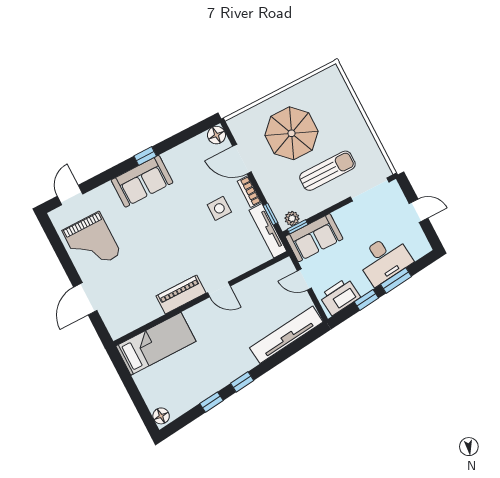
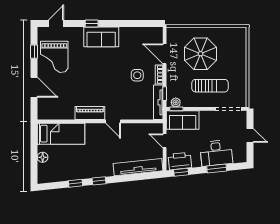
floor lamp: (216, 135) -> (157, 33), removed
window: (145, 156) -> (92, 23), moved
window: (60, 250) -> (34, 52), added
door: (85, 299) -> (34, 87), swing flipped
window: (366, 300) -> (181, 172), moved
floor lamp: (161, 416) -> (43, 157), moved

